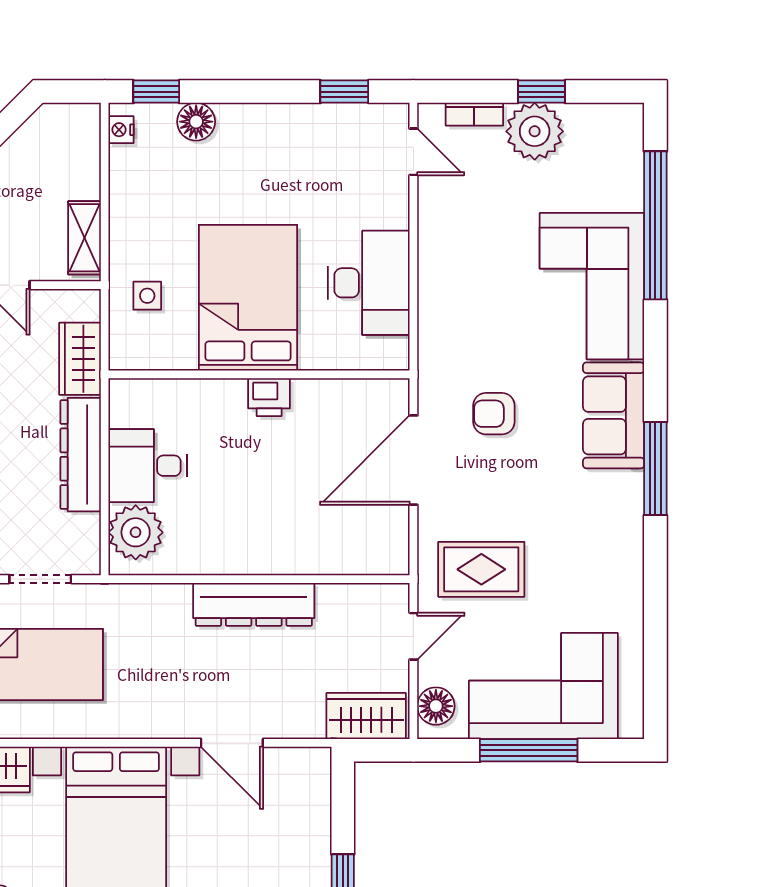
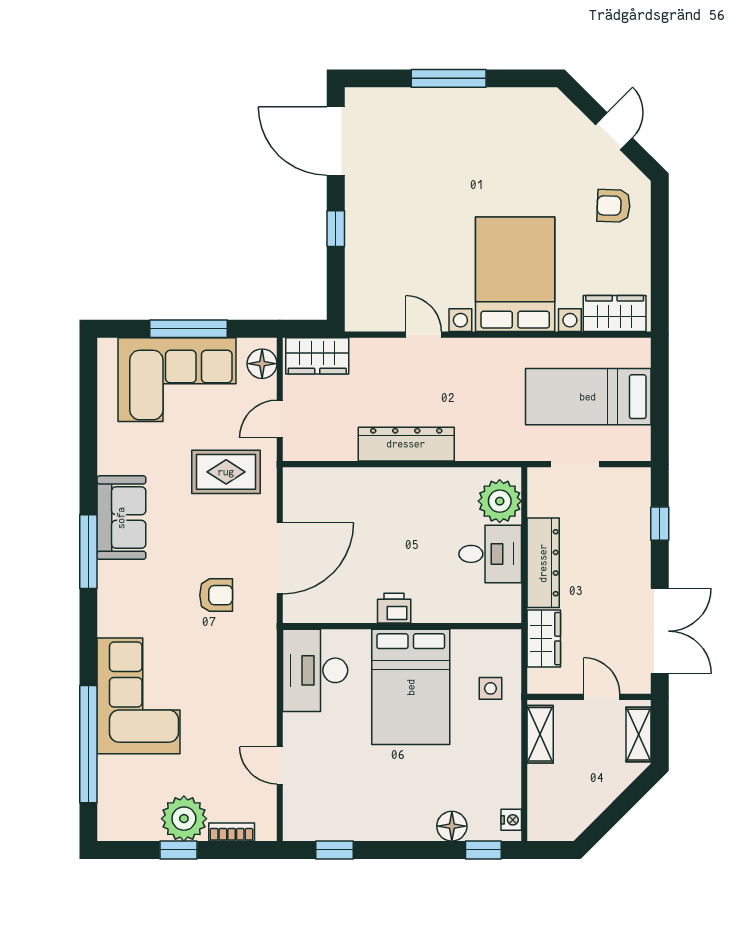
door: (413, 152) -> (280, 765), moved
desk: (369, 283) -> (315, 670), moved
sofa: (614, 415) -> (121, 518), moved
door: (232, 743) -> (423, 335), width x0.73

